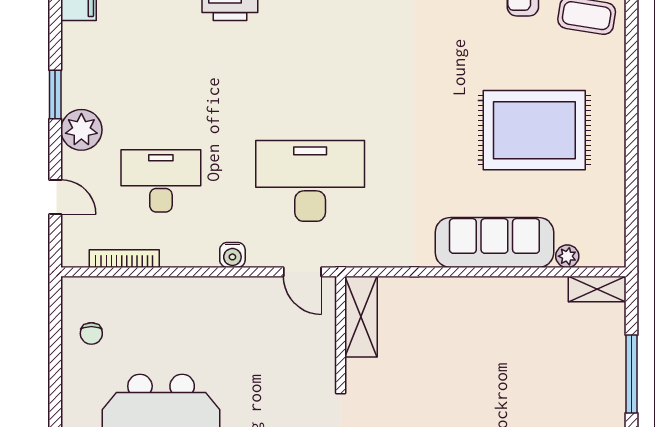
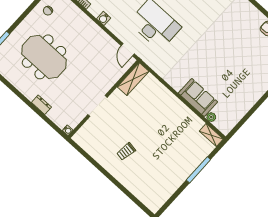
rug: (534, 130) -> (236, 70), removed
sofa: (494, 242) -> (198, 97), width x0.73
water cooler: (232, 255) -> (104, 18), moved

